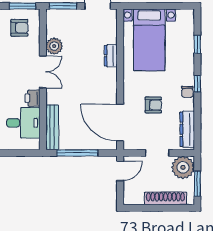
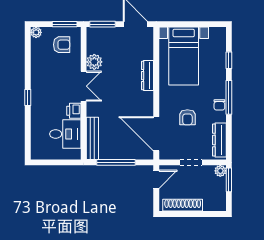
dresser: (111, 56) -> (148, 76), width x1.44
window: (197, 84) -> (229, 97), width x2.17
armchair: (153, 105) -> (187, 117), turned 90
plant: (183, 167) -> (220, 171), width x0.53, depth x0.53
window: (197, 184) -> (229, 180), moved
shoe rack: (165, 198) -> (183, 205), moved

